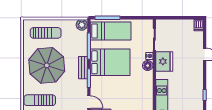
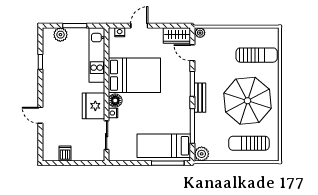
dishwasher: (199, 25) -> (65, 153), moved
bed: (110, 62) -> (134, 75), moved, turned 180

